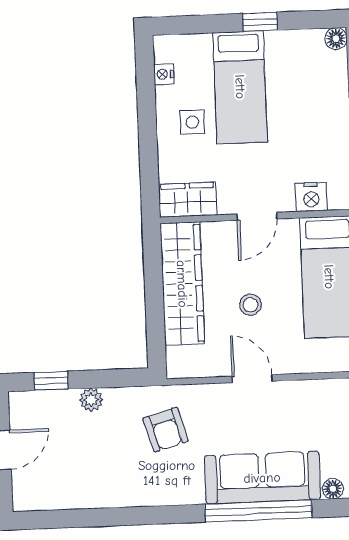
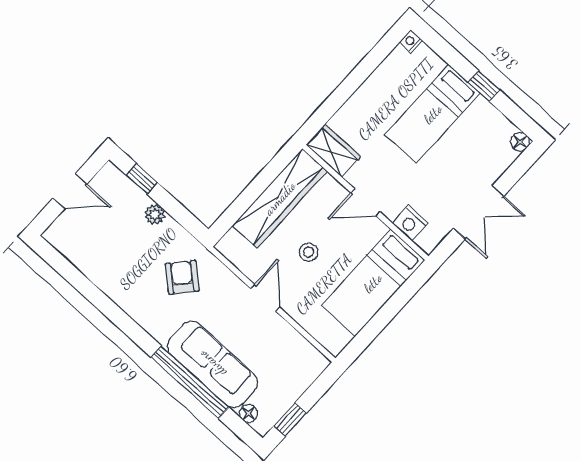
nightstand: (164, 74) -> (411, 42), moved
side table: (192, 122) -> (383, 106), removed
armchair: (166, 430) -> (182, 277), turned 147

